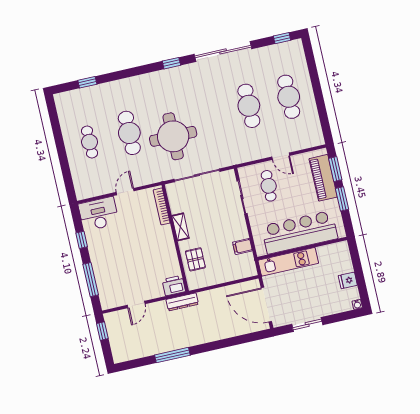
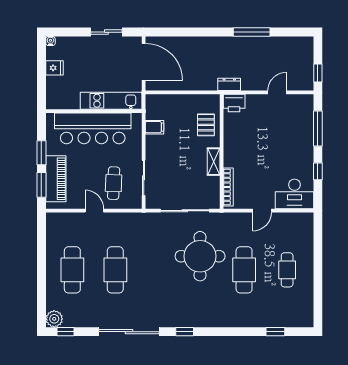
plant: (295, 48) -> (54, 319), added
dresser: (182, 302) -> (229, 84), width x0.70

